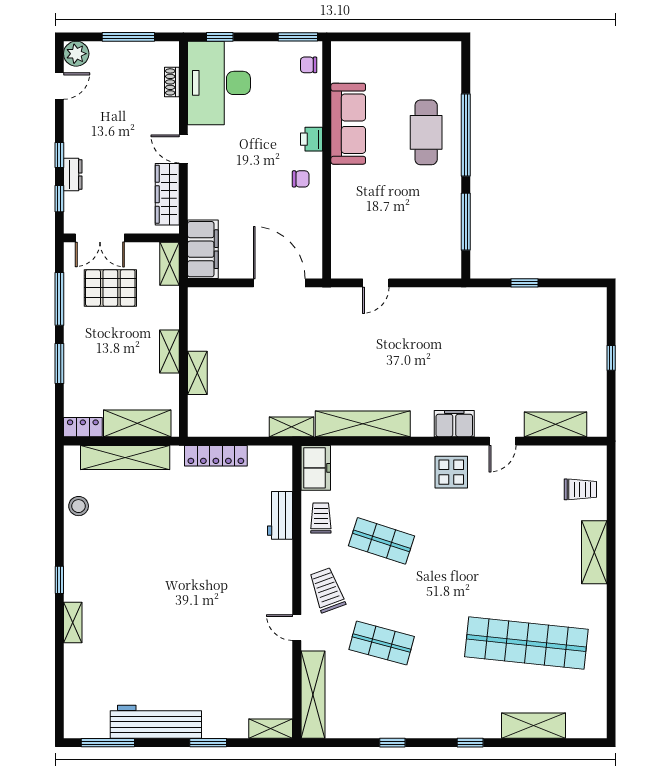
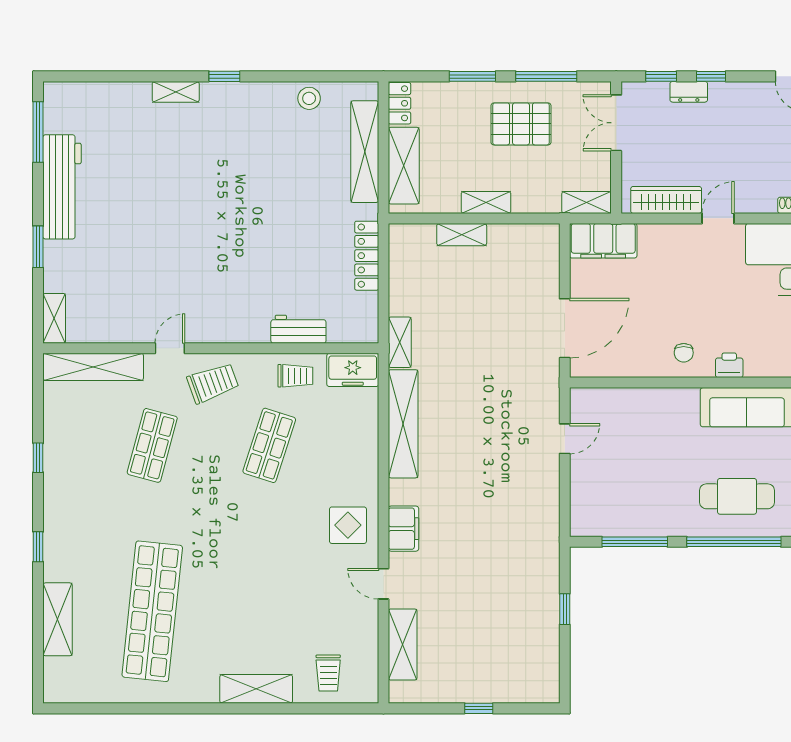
door: (376, 283) -> (565, 439), swing flipped
pallet: (110, 288) -> (521, 124), moved, turned 90

